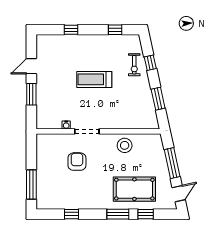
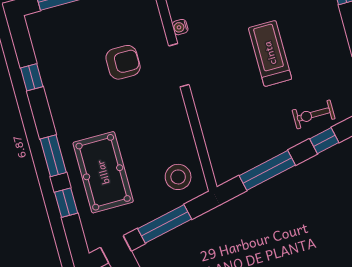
window: (158, 99) -> (267, 170), width x1.44
stool: (125, 145) -> (178, 177), moved

